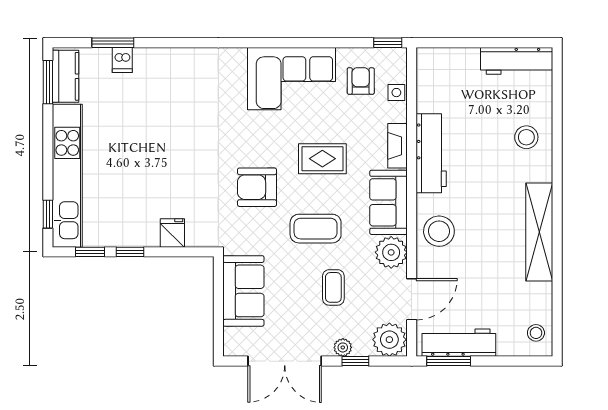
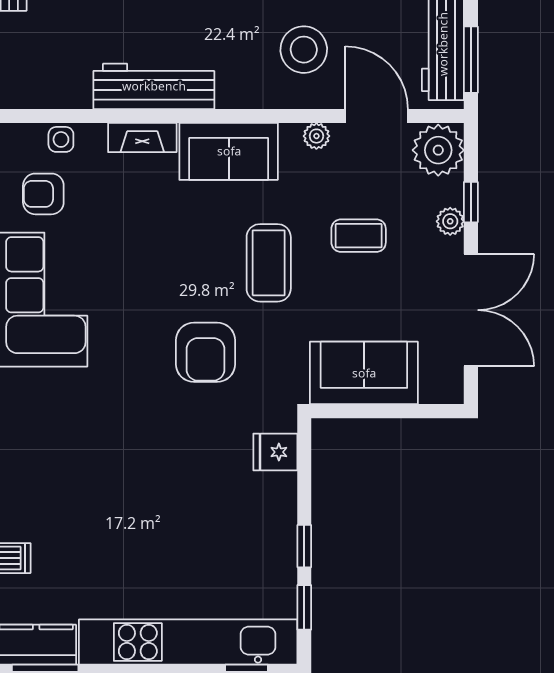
rug: (322, 159) -> (162, 252), removed
stool: (439, 231) -> (304, 50), moved
fridge: (172, 233) -> (275, 452), moved
plant: (391, 252) -> (316, 136), width x0.53, depth x0.53

